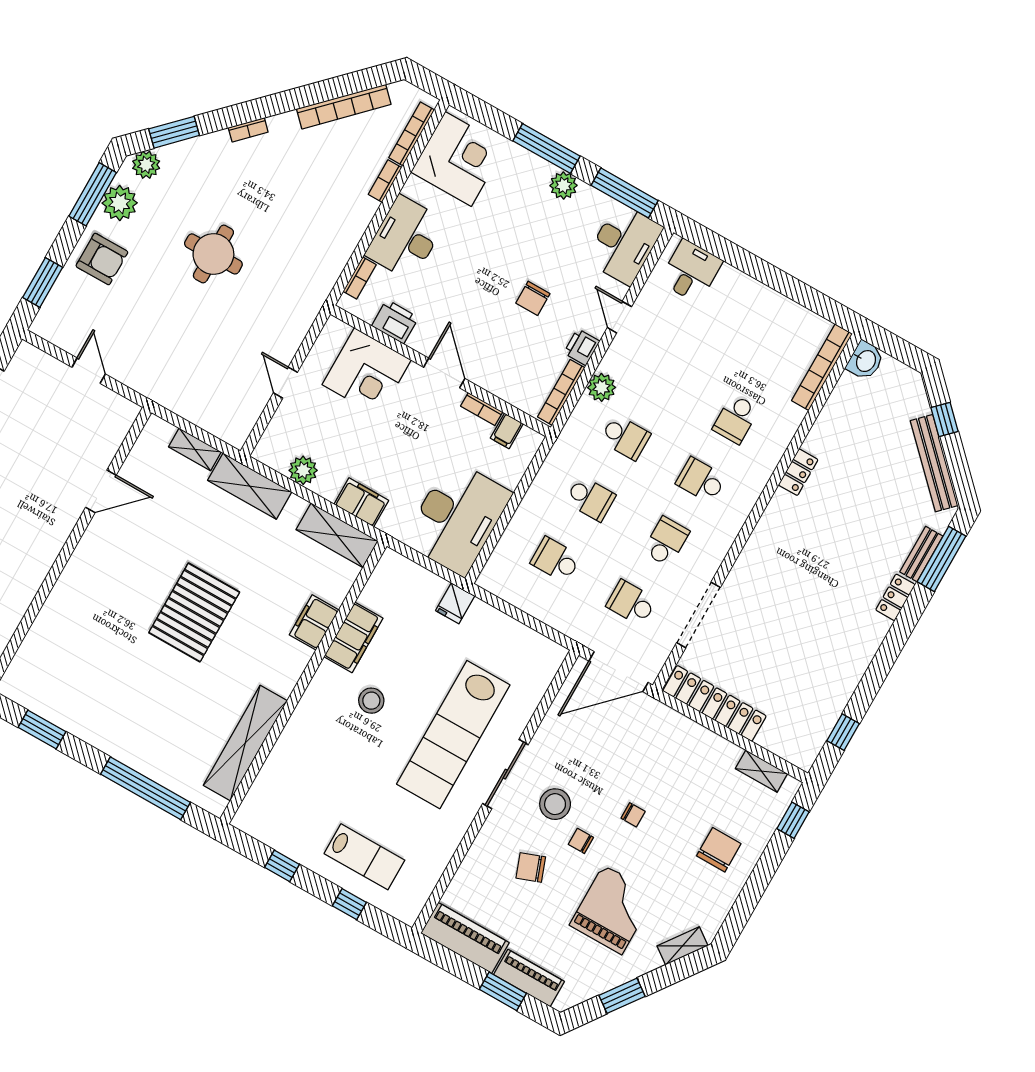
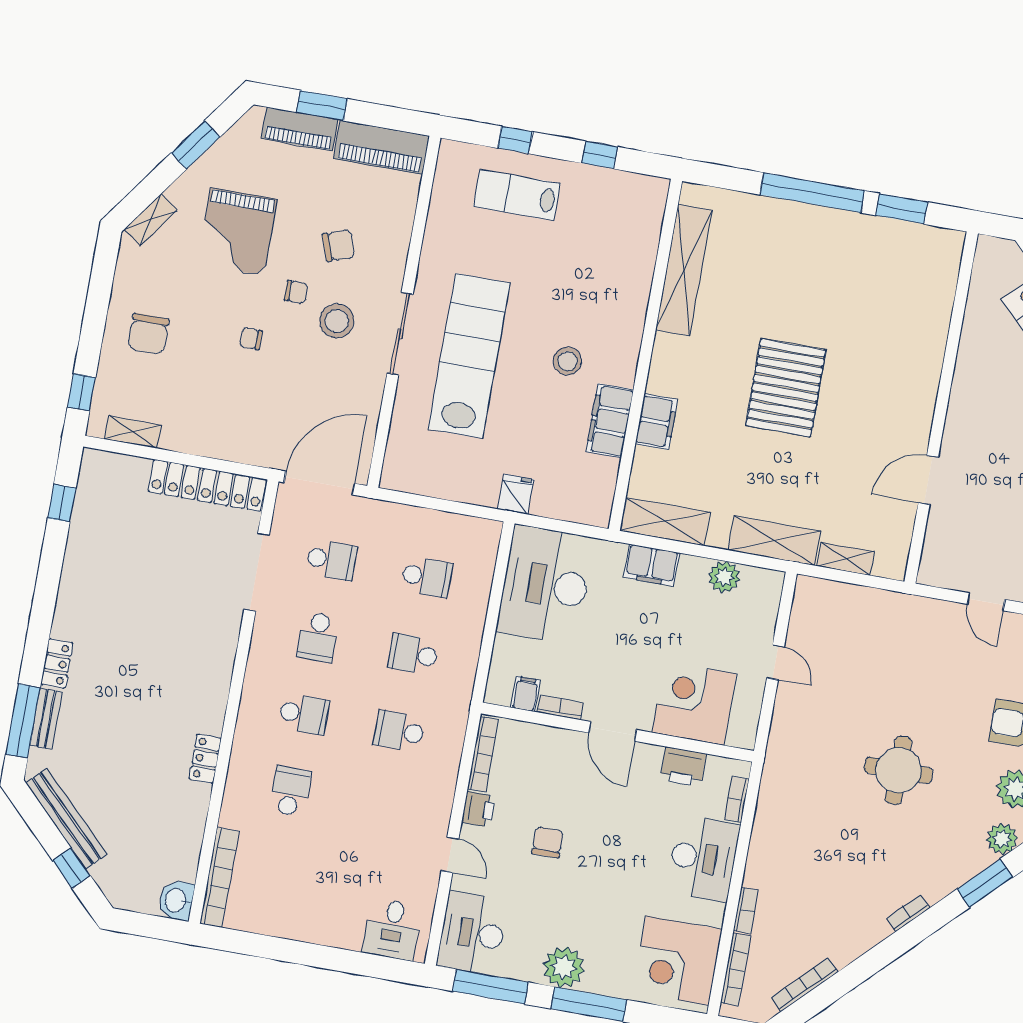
bookcase: (344, 107) -> (805, 985), width x0.68, depth x0.76
plant: (563, 185) -> (564, 967), width x1.36, depth x1.36
plant: (602, 387) -> (443, 774), removed
window: (145, 788) -> (812, 193), moved

